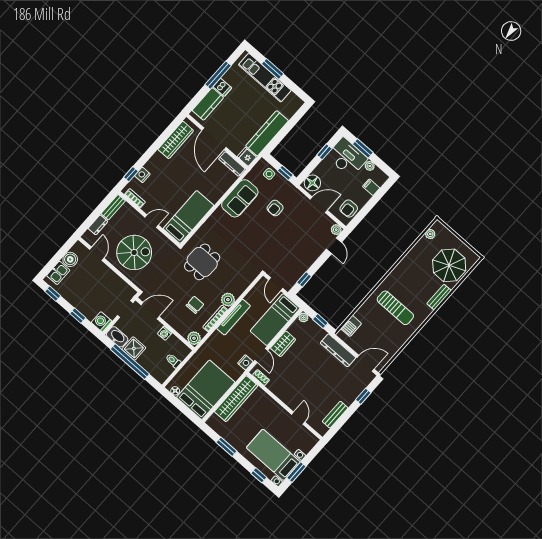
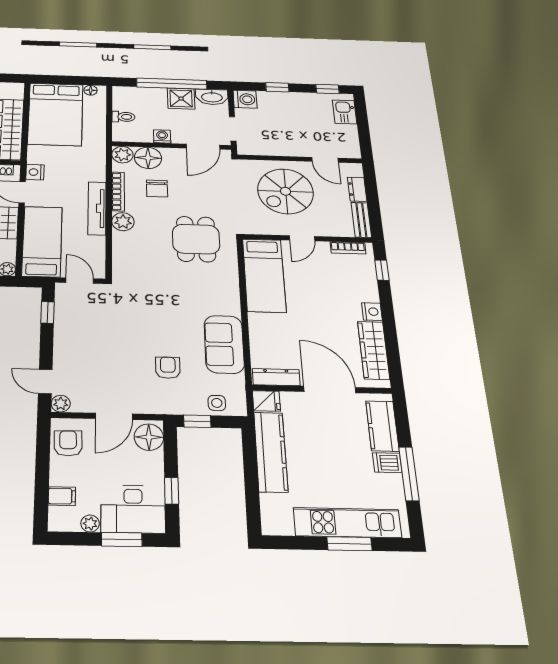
nightstand: (142, 175) -> (372, 312), moved
boiler: (70, 259) -> (347, 134), removed
floor lamp: (183, 326) -> (148, 158), added

